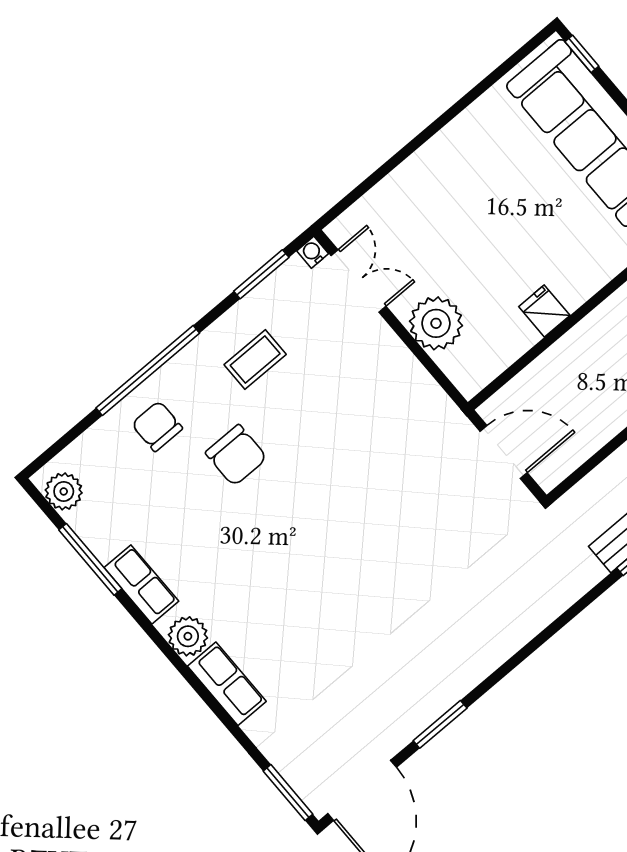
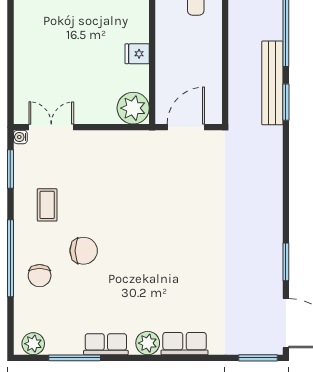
plant: (436, 323) -> (133, 108), moved
chair: (157, 426) -> (40, 276), turned -90

